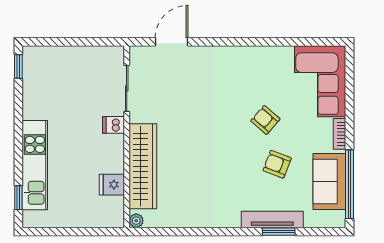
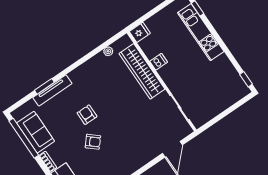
dishwasher: (114, 125) -> (159, 62), moved
armchair: (277, 164) -> (87, 115), moved, turned -111
fridge: (112, 185) -> (140, 32), moved
plant: (136, 221) -> (108, 51), moved

